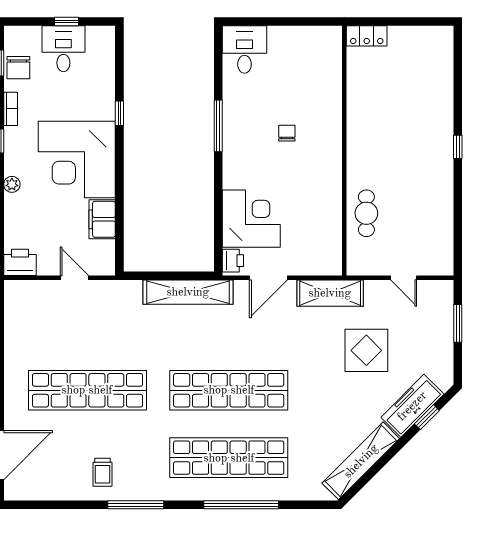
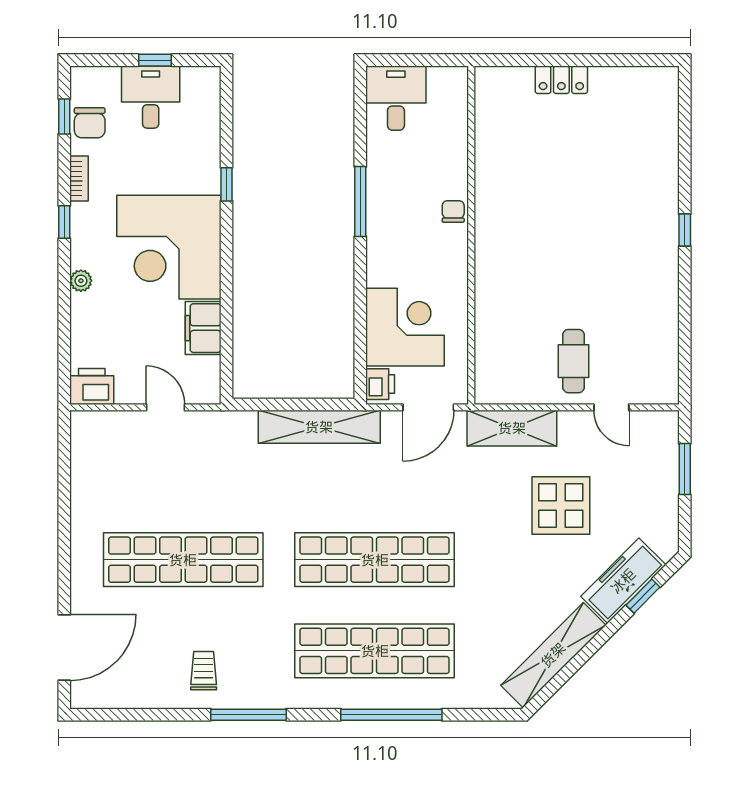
wall: (344, 151) -> (471, 235), moved
cafe table: (366, 213) -> (574, 361), moved
trolley: (103, 472) -> (204, 671), turned 180

